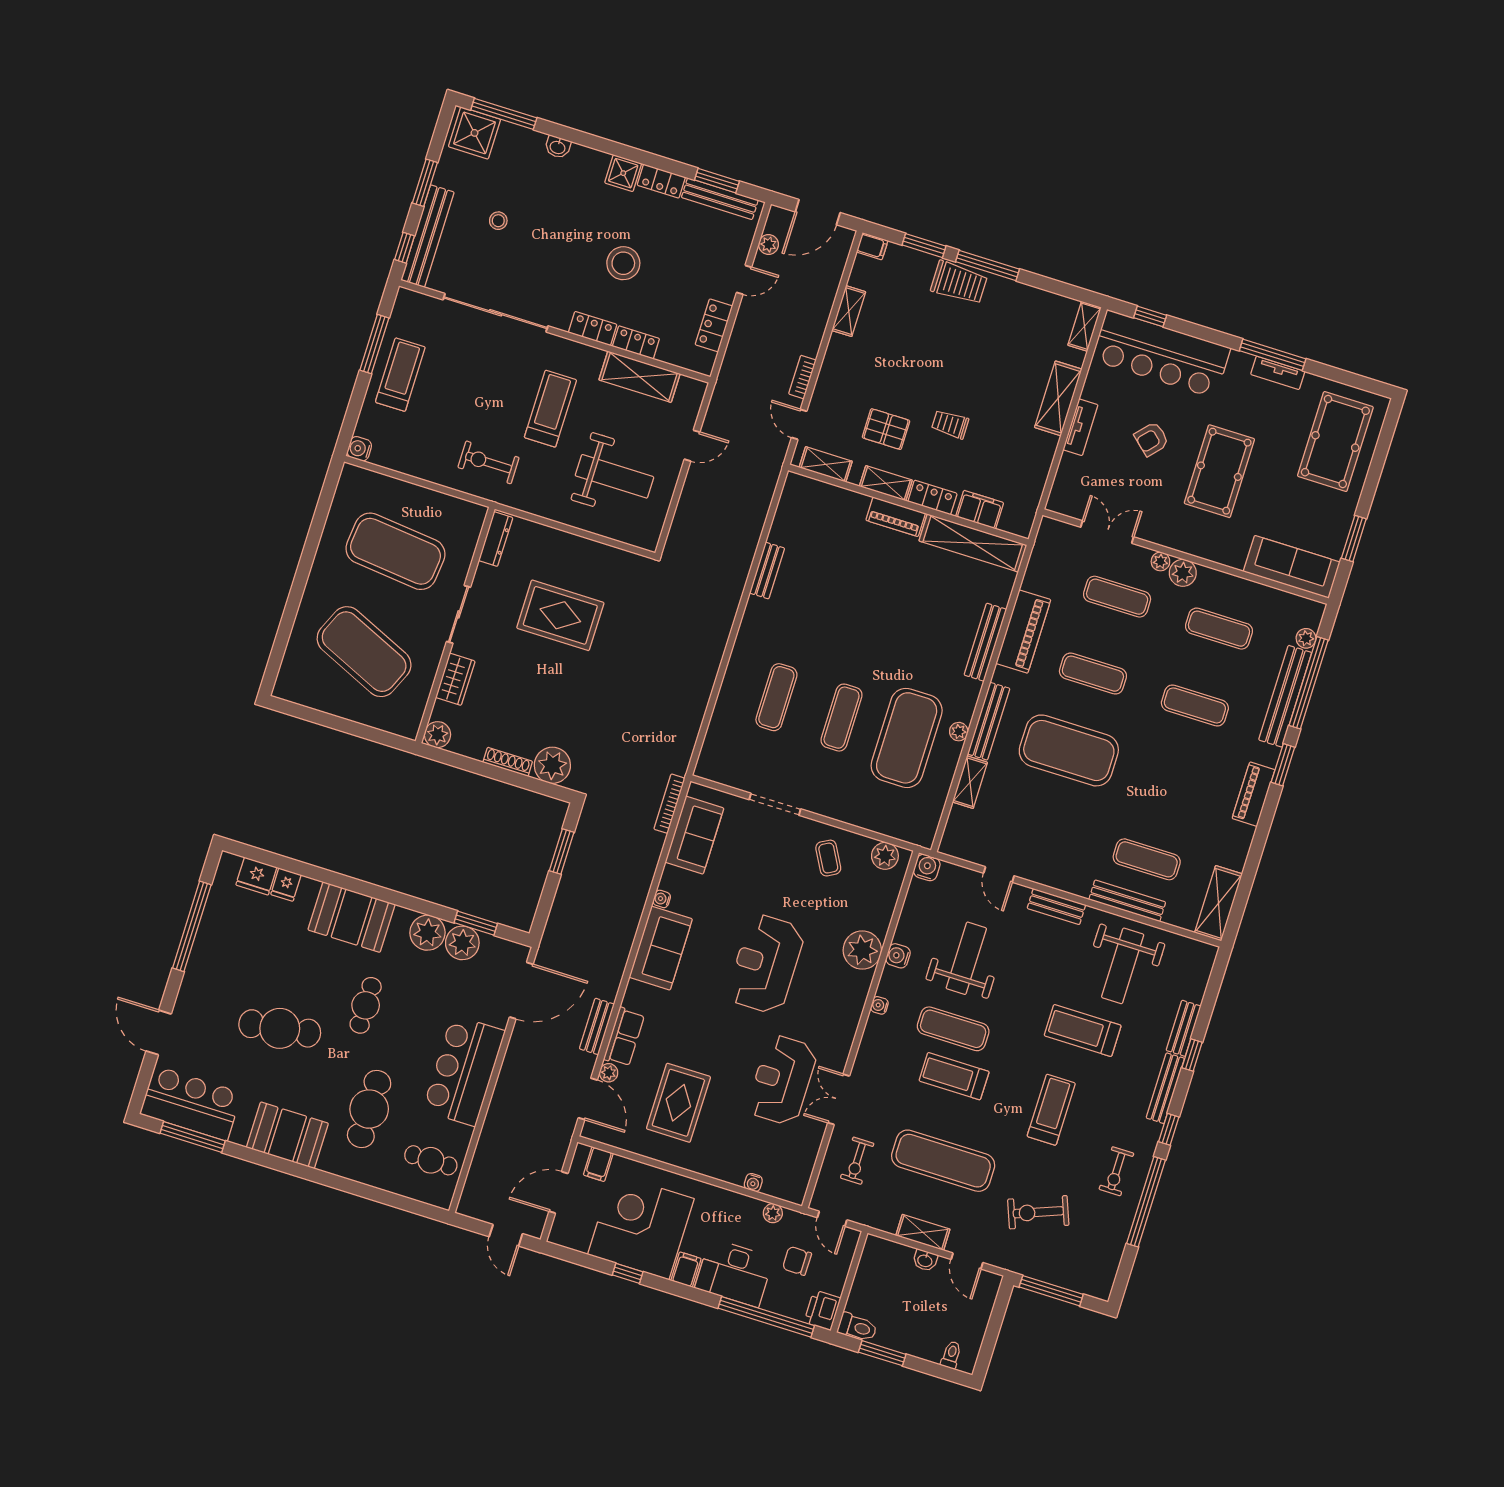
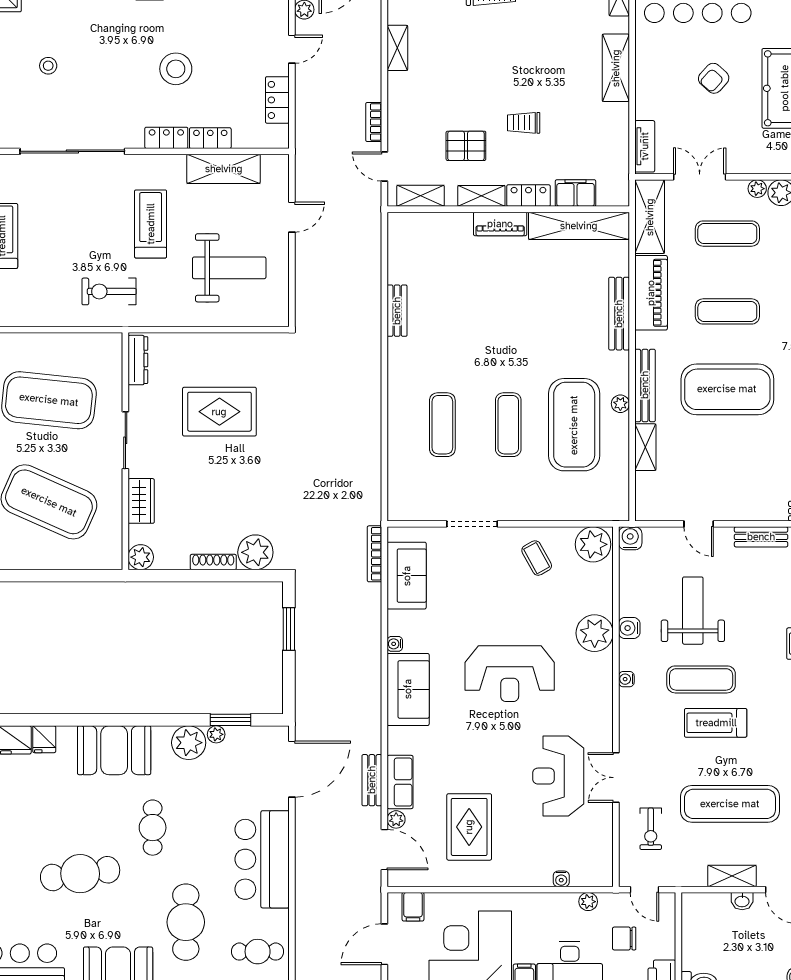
tv unit: (1080, 427) -> (645, 146), moved
shelving: (1046, 556) -> (650, 217), added
plant: (885, 856) -> (593, 544), width x1.36, depth x1.36
plant: (462, 943) -> (216, 734), width x0.53, depth x0.53
reception desk: (766, 964) -> (510, 674), turned -90

